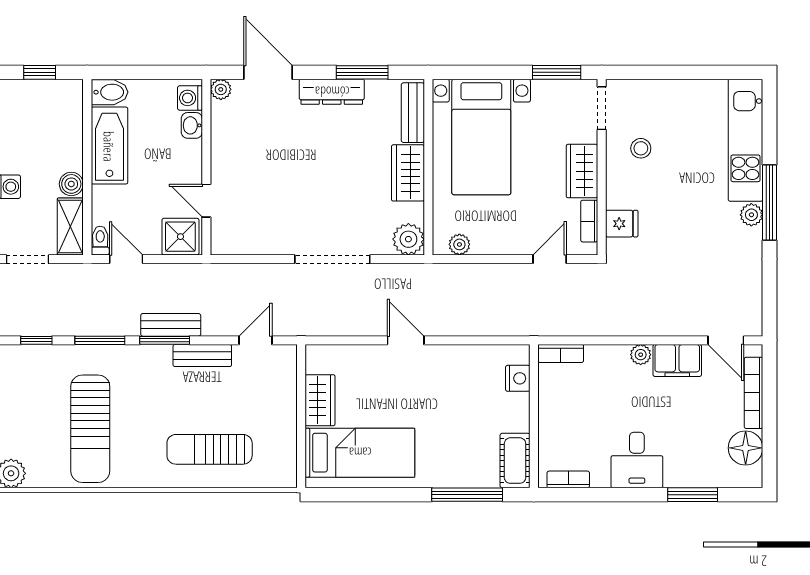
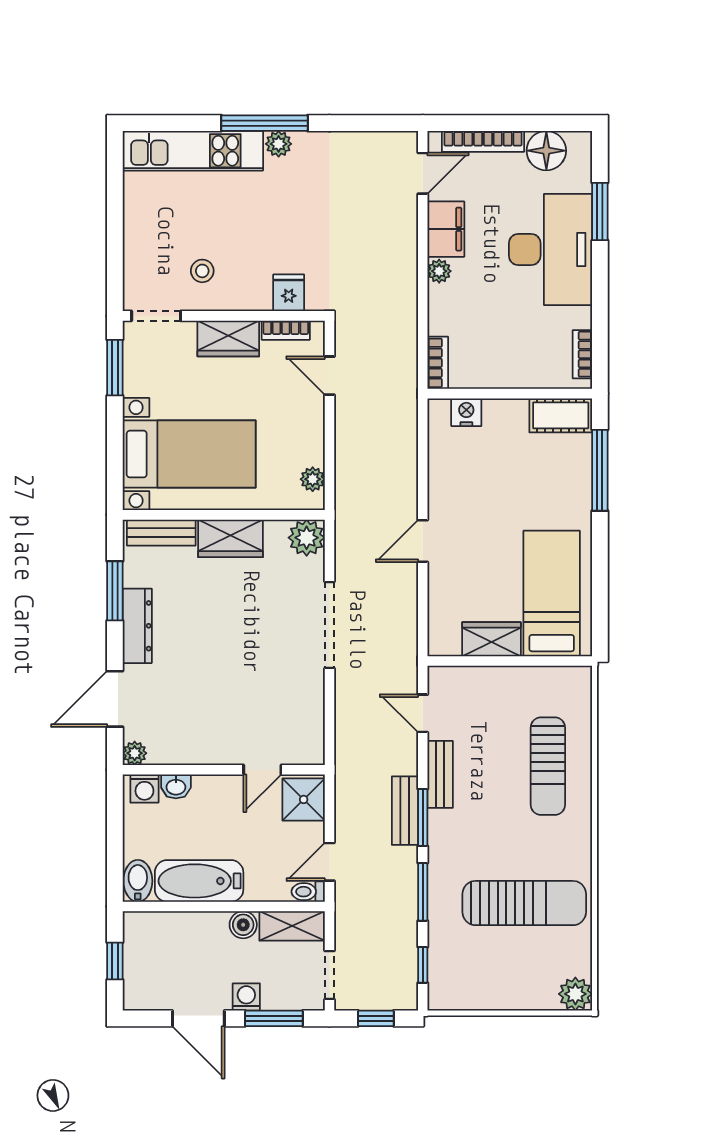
desk: (637, 460) -> (551, 250), width x1.87, depth x1.30

